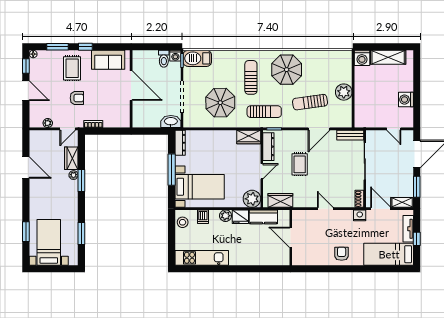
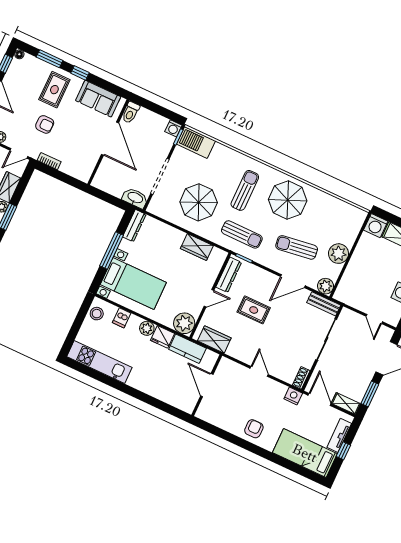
toilet: (164, 59) -> (131, 112), moved
plant: (345, 121) -> (326, 286), added
wardrobe: (249, 137) -> (197, 247), moved
rug: (300, 164) -> (254, 310), turned 90

